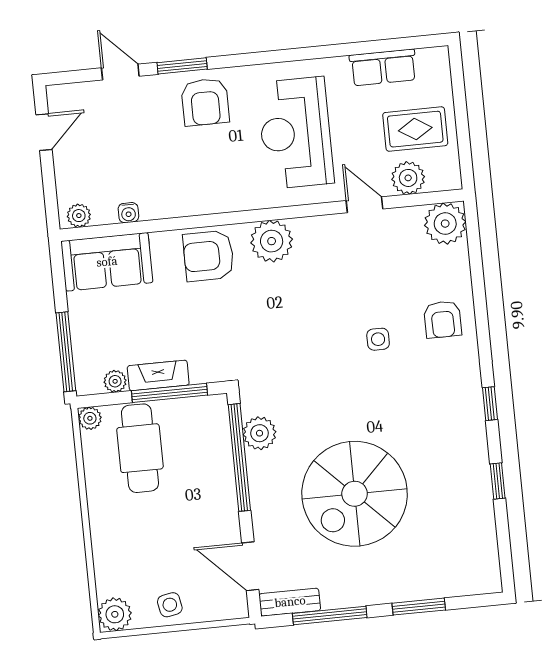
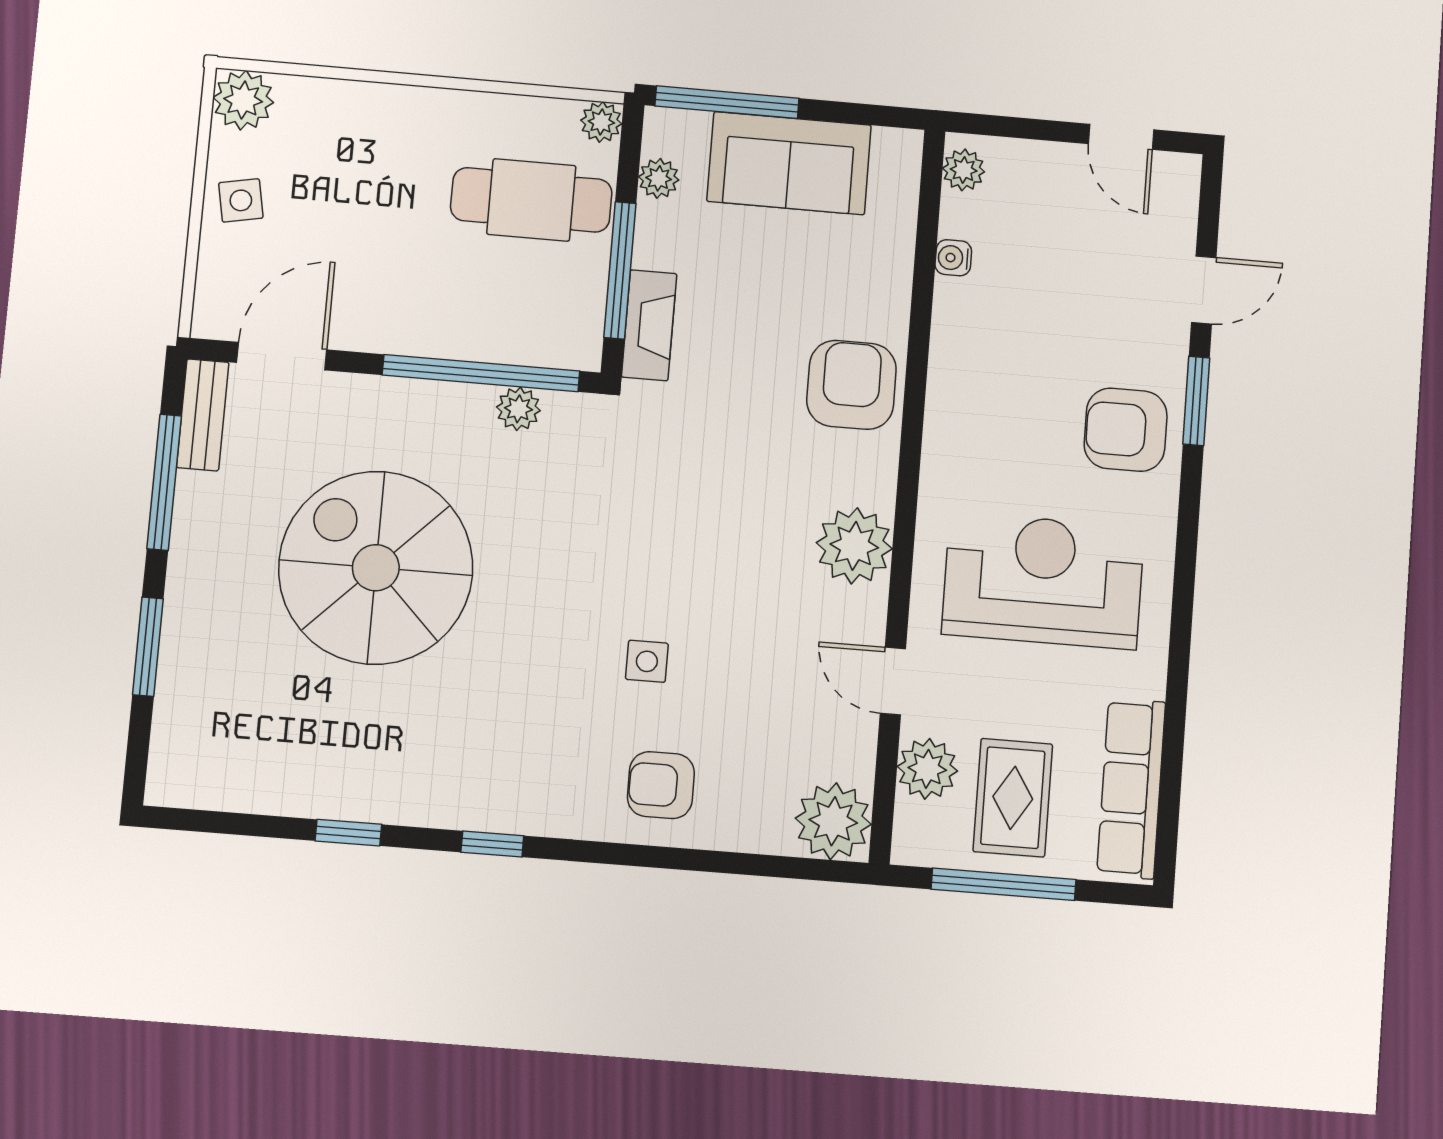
row of seats: (383, 67) -> (1131, 788), width x1.48
window: (462, 126) -> (1004, 884), added
door: (365, 205) -> (893, 681), swing flipped
plant: (272, 241) -> (854, 546), moved
sofa: (107, 262) -> (789, 163), moved, turned -90
fireplace: (158, 375) -> (649, 325), moved
plant: (260, 433) -> (518, 409), width x0.73, depth x0.73

